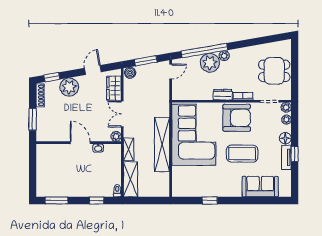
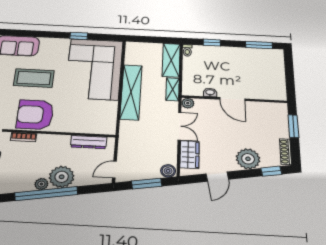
window: (204, 51) -> (46, 194), moved
dresser: (223, 95) -> (89, 142), moved, width x1.44
corner sofa: (194, 135) -> (94, 69), moved

